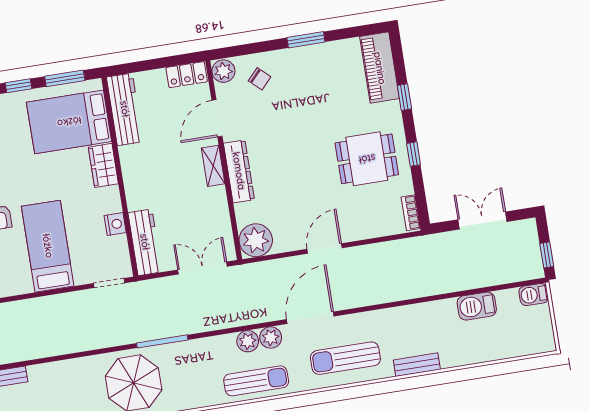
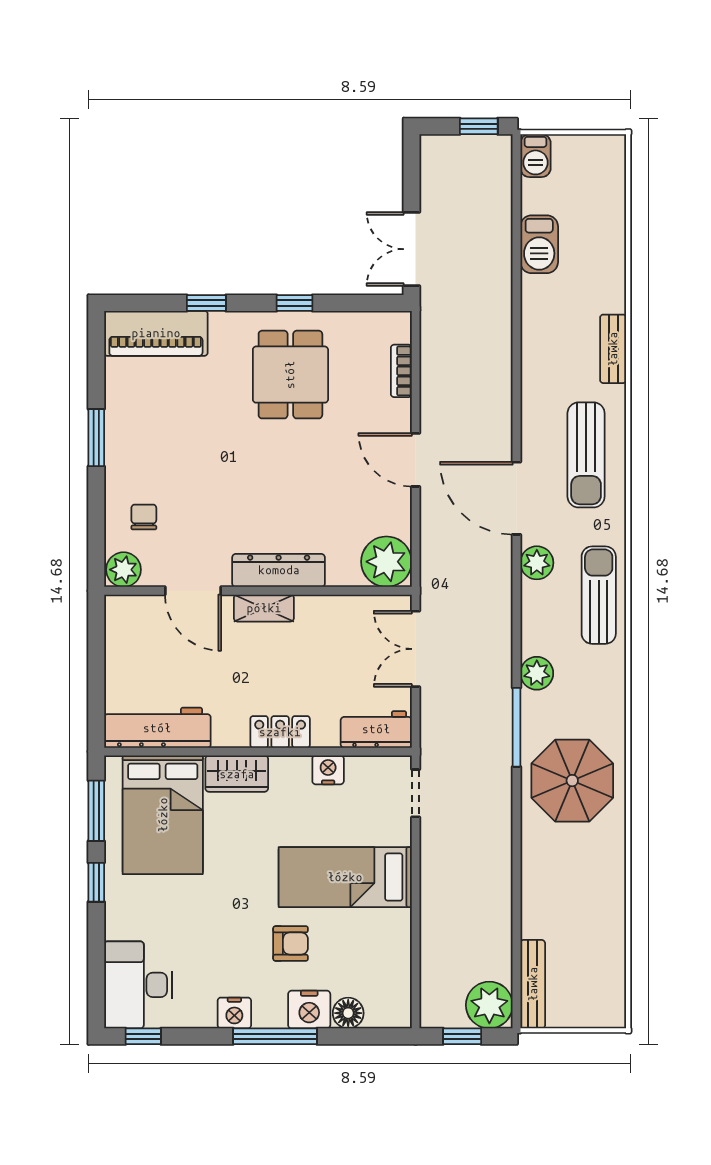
locker: (187, 75) -> (280, 732), moved, turned -90
chair: (260, 79) -> (144, 517), turned -43
bookcase: (411, 213) -> (401, 371), moved, turned 90
double door: (482, 221) -> (411, 249), moved
workbench: (145, 242) -> (376, 729), width x0.73
plant: (248, 341) -> (537, 673), moved

